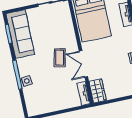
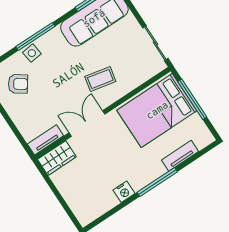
coffee table: (60, 58) -> (100, 79), moved
armchair: (42, 97) -> (18, 84), added

